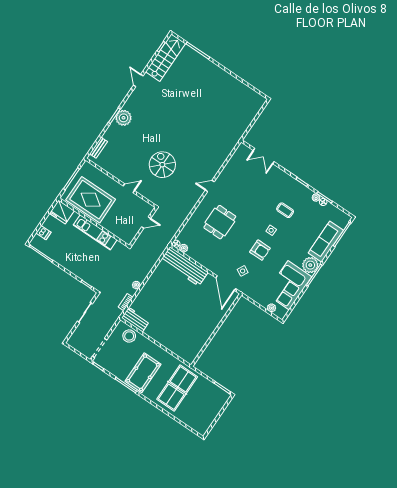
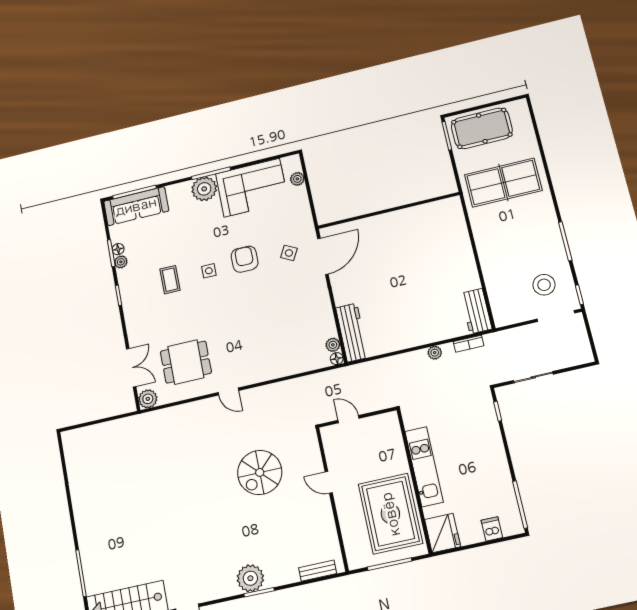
plant: (243, 150) -> (148, 399), added
dining table: (220, 222) -> (186, 362), moved
sofa: (326, 242) -> (136, 206), moved
workbench: (184, 266) -> (352, 333), width x0.73, depth x0.76
stool: (129, 336) -> (544, 285), moved
pool table: (143, 373) -> (482, 128), moved

